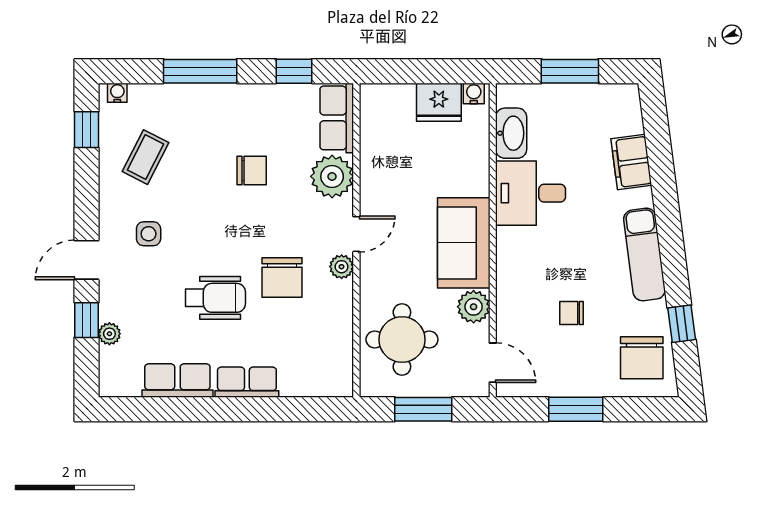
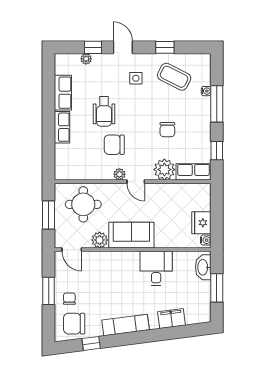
water cooler: (117, 93) -> (206, 91), moved
window: (87, 130) -> (165, 47), moved
washbasin: (511, 133) -> (203, 267), moved, turned 90
coffee table: (145, 157) -> (174, 77), width x1.36, depth x1.30
chair: (572, 313) -> (69, 299), moved
door: (493, 363) -> (72, 250), hinge flipped

